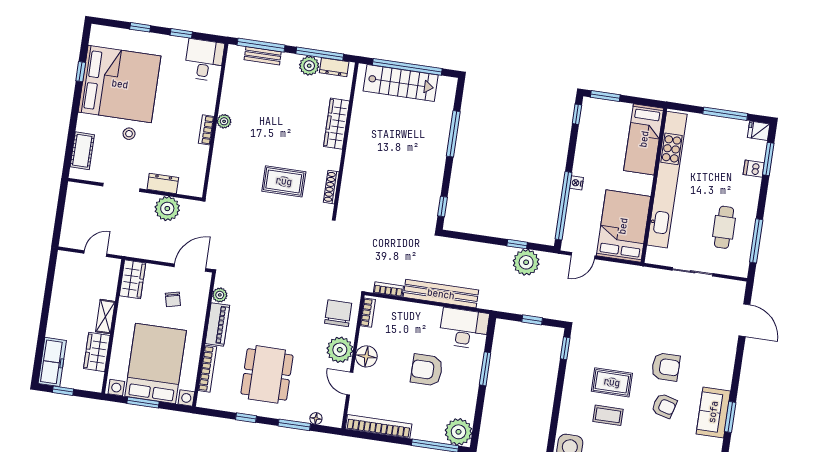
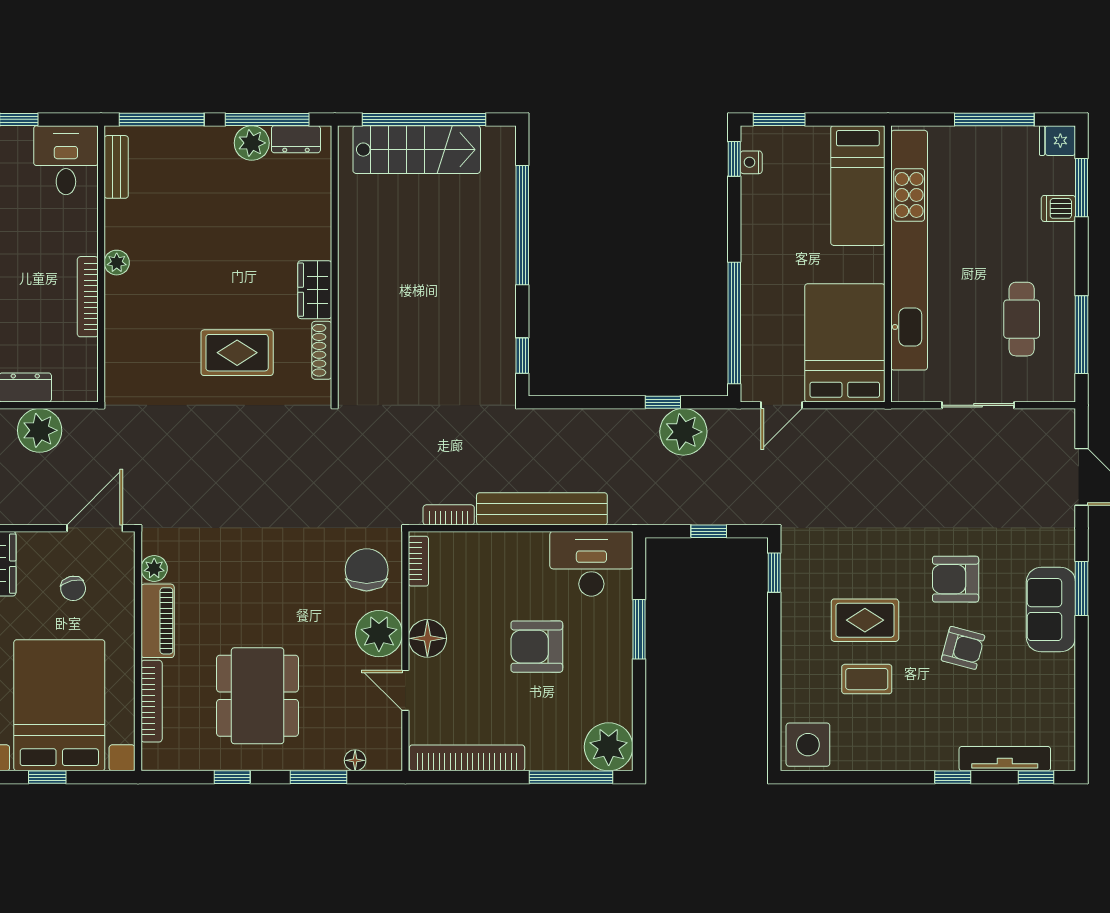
bench: (263, 56) -> (116, 167), moved, turned 90
wardrobe: (337, 124) -> (315, 290), moved, width x0.67
bookcase: (206, 130) -> (88, 297), width x1.56
window: (453, 134) -> (522, 225), width x1.46
nightstand: (576, 183) -> (751, 162), moved
armchair: (666, 367) -> (956, 579), turned 180
window: (143, 402) -> (47, 777), width x0.67
sofa: (713, 412) -> (1051, 610), moved
window: (730, 417) -> (1082, 589), moved

